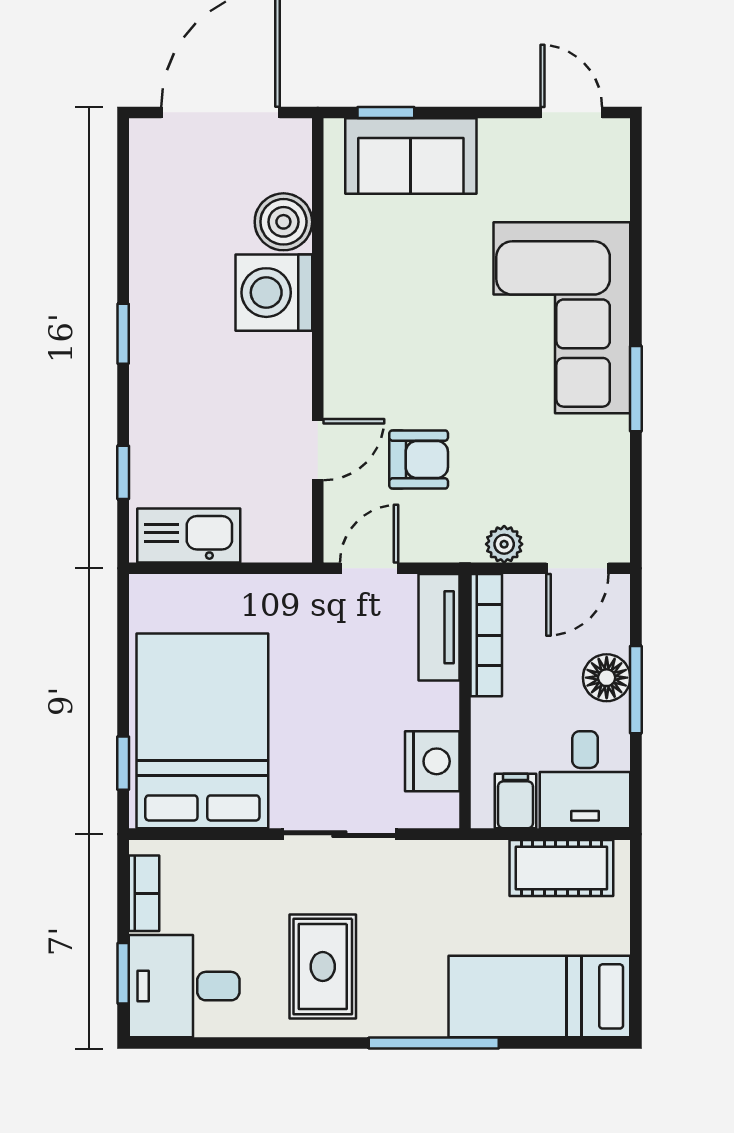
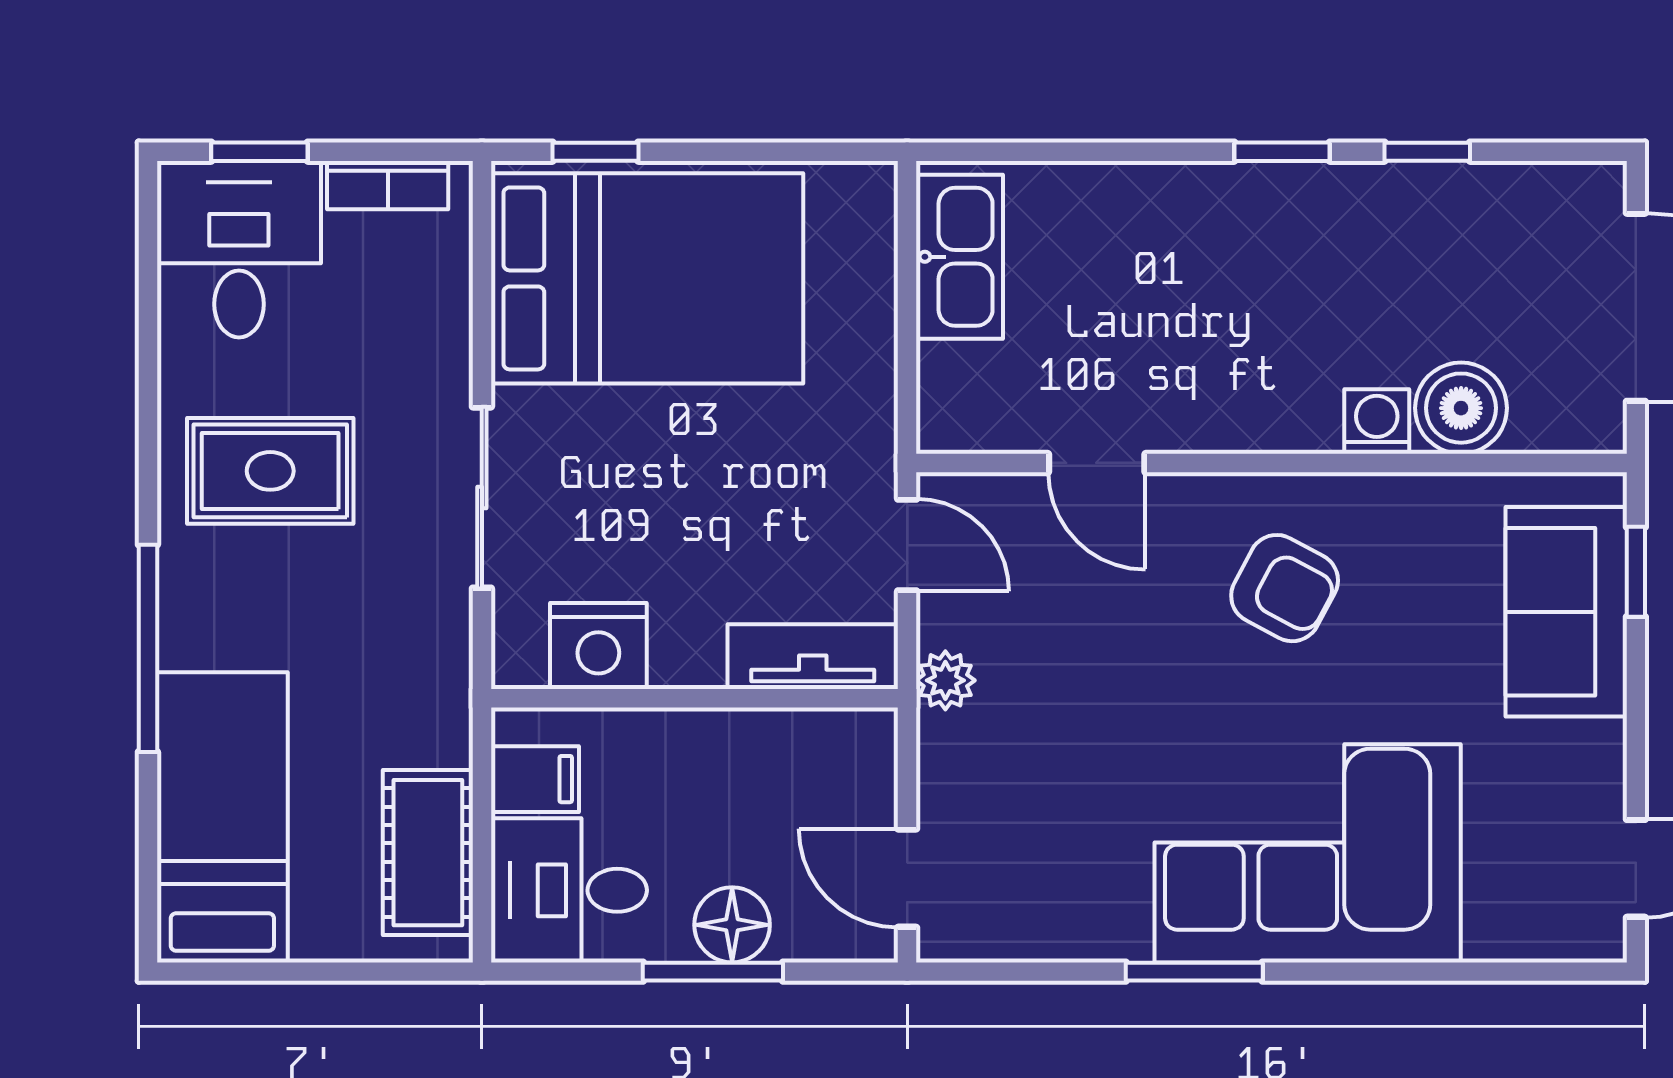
washing machine: (274, 293) -> (1377, 421), width x0.53, depth x0.53
armchair: (419, 459) -> (1285, 588), moved, turned -62
window: (123, 472) -> (1427, 152), moved
plant: (504, 544) -> (945, 680), moved
bookcase: (486, 635) -> (800, 732), removed

